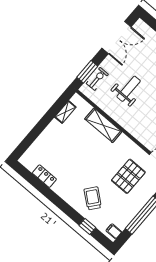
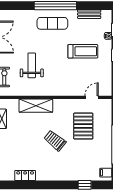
trolley: (93, 198) -> (55, 141), moved

